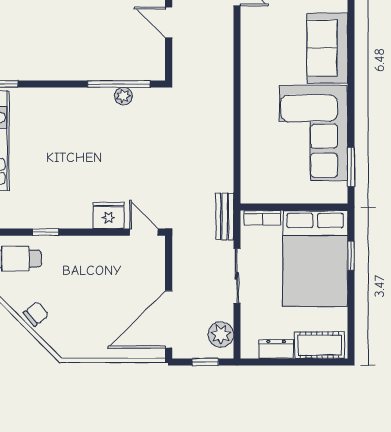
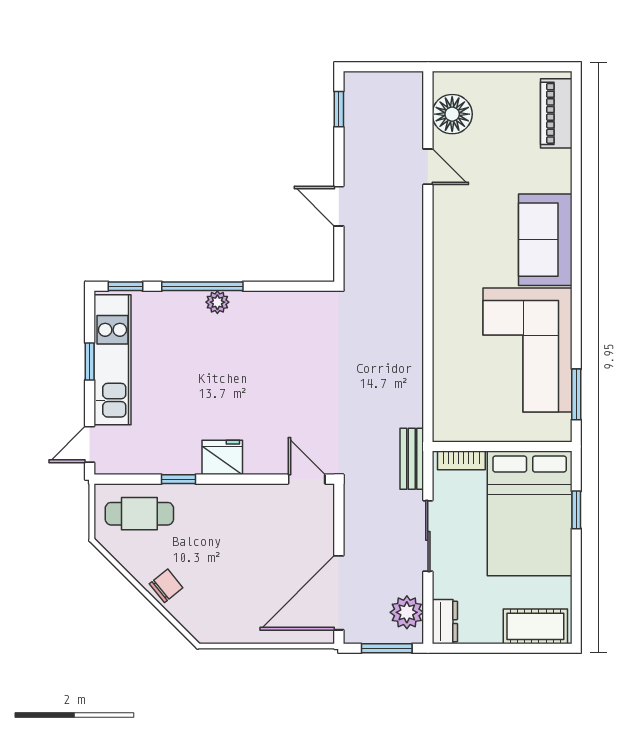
window: (119, 84) -> (202, 286), moved
plant: (123, 96) -> (217, 302), moved
fridge: (109, 215) -> (222, 457), moved
dresser: (276, 349) -> (445, 622), moved, turned 90
window: (205, 362) -> (387, 648), width x1.50

